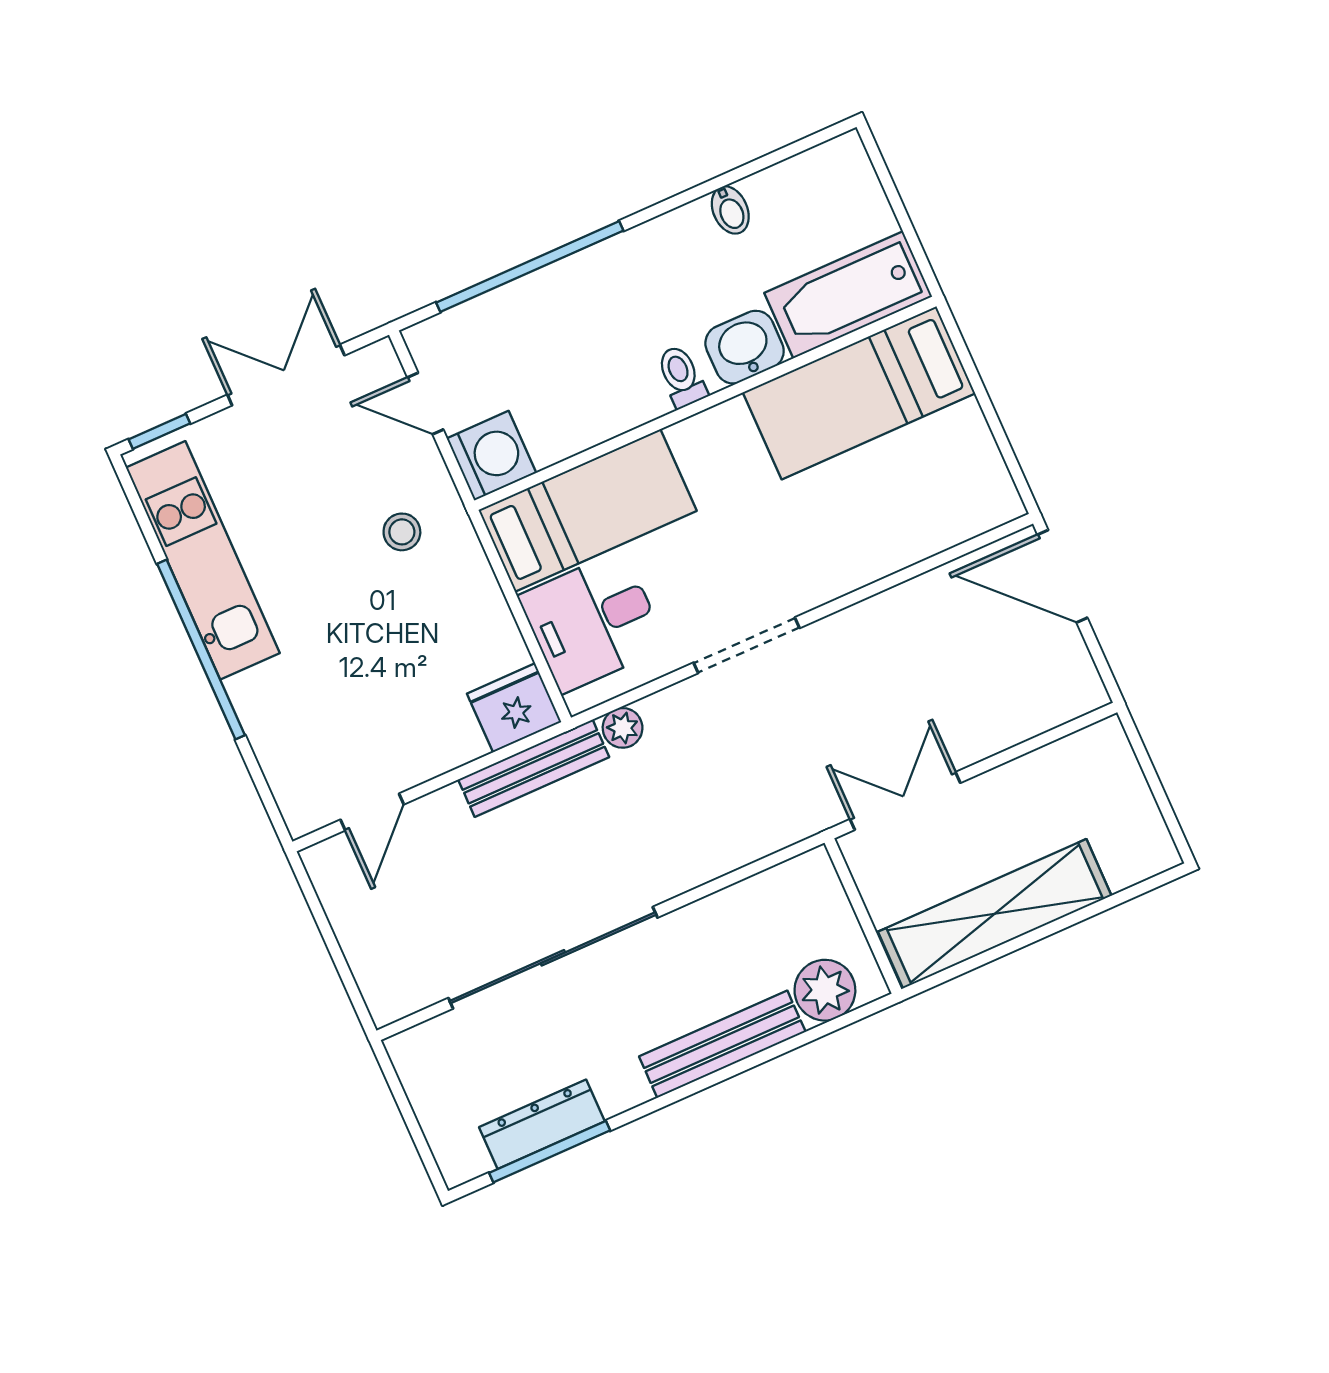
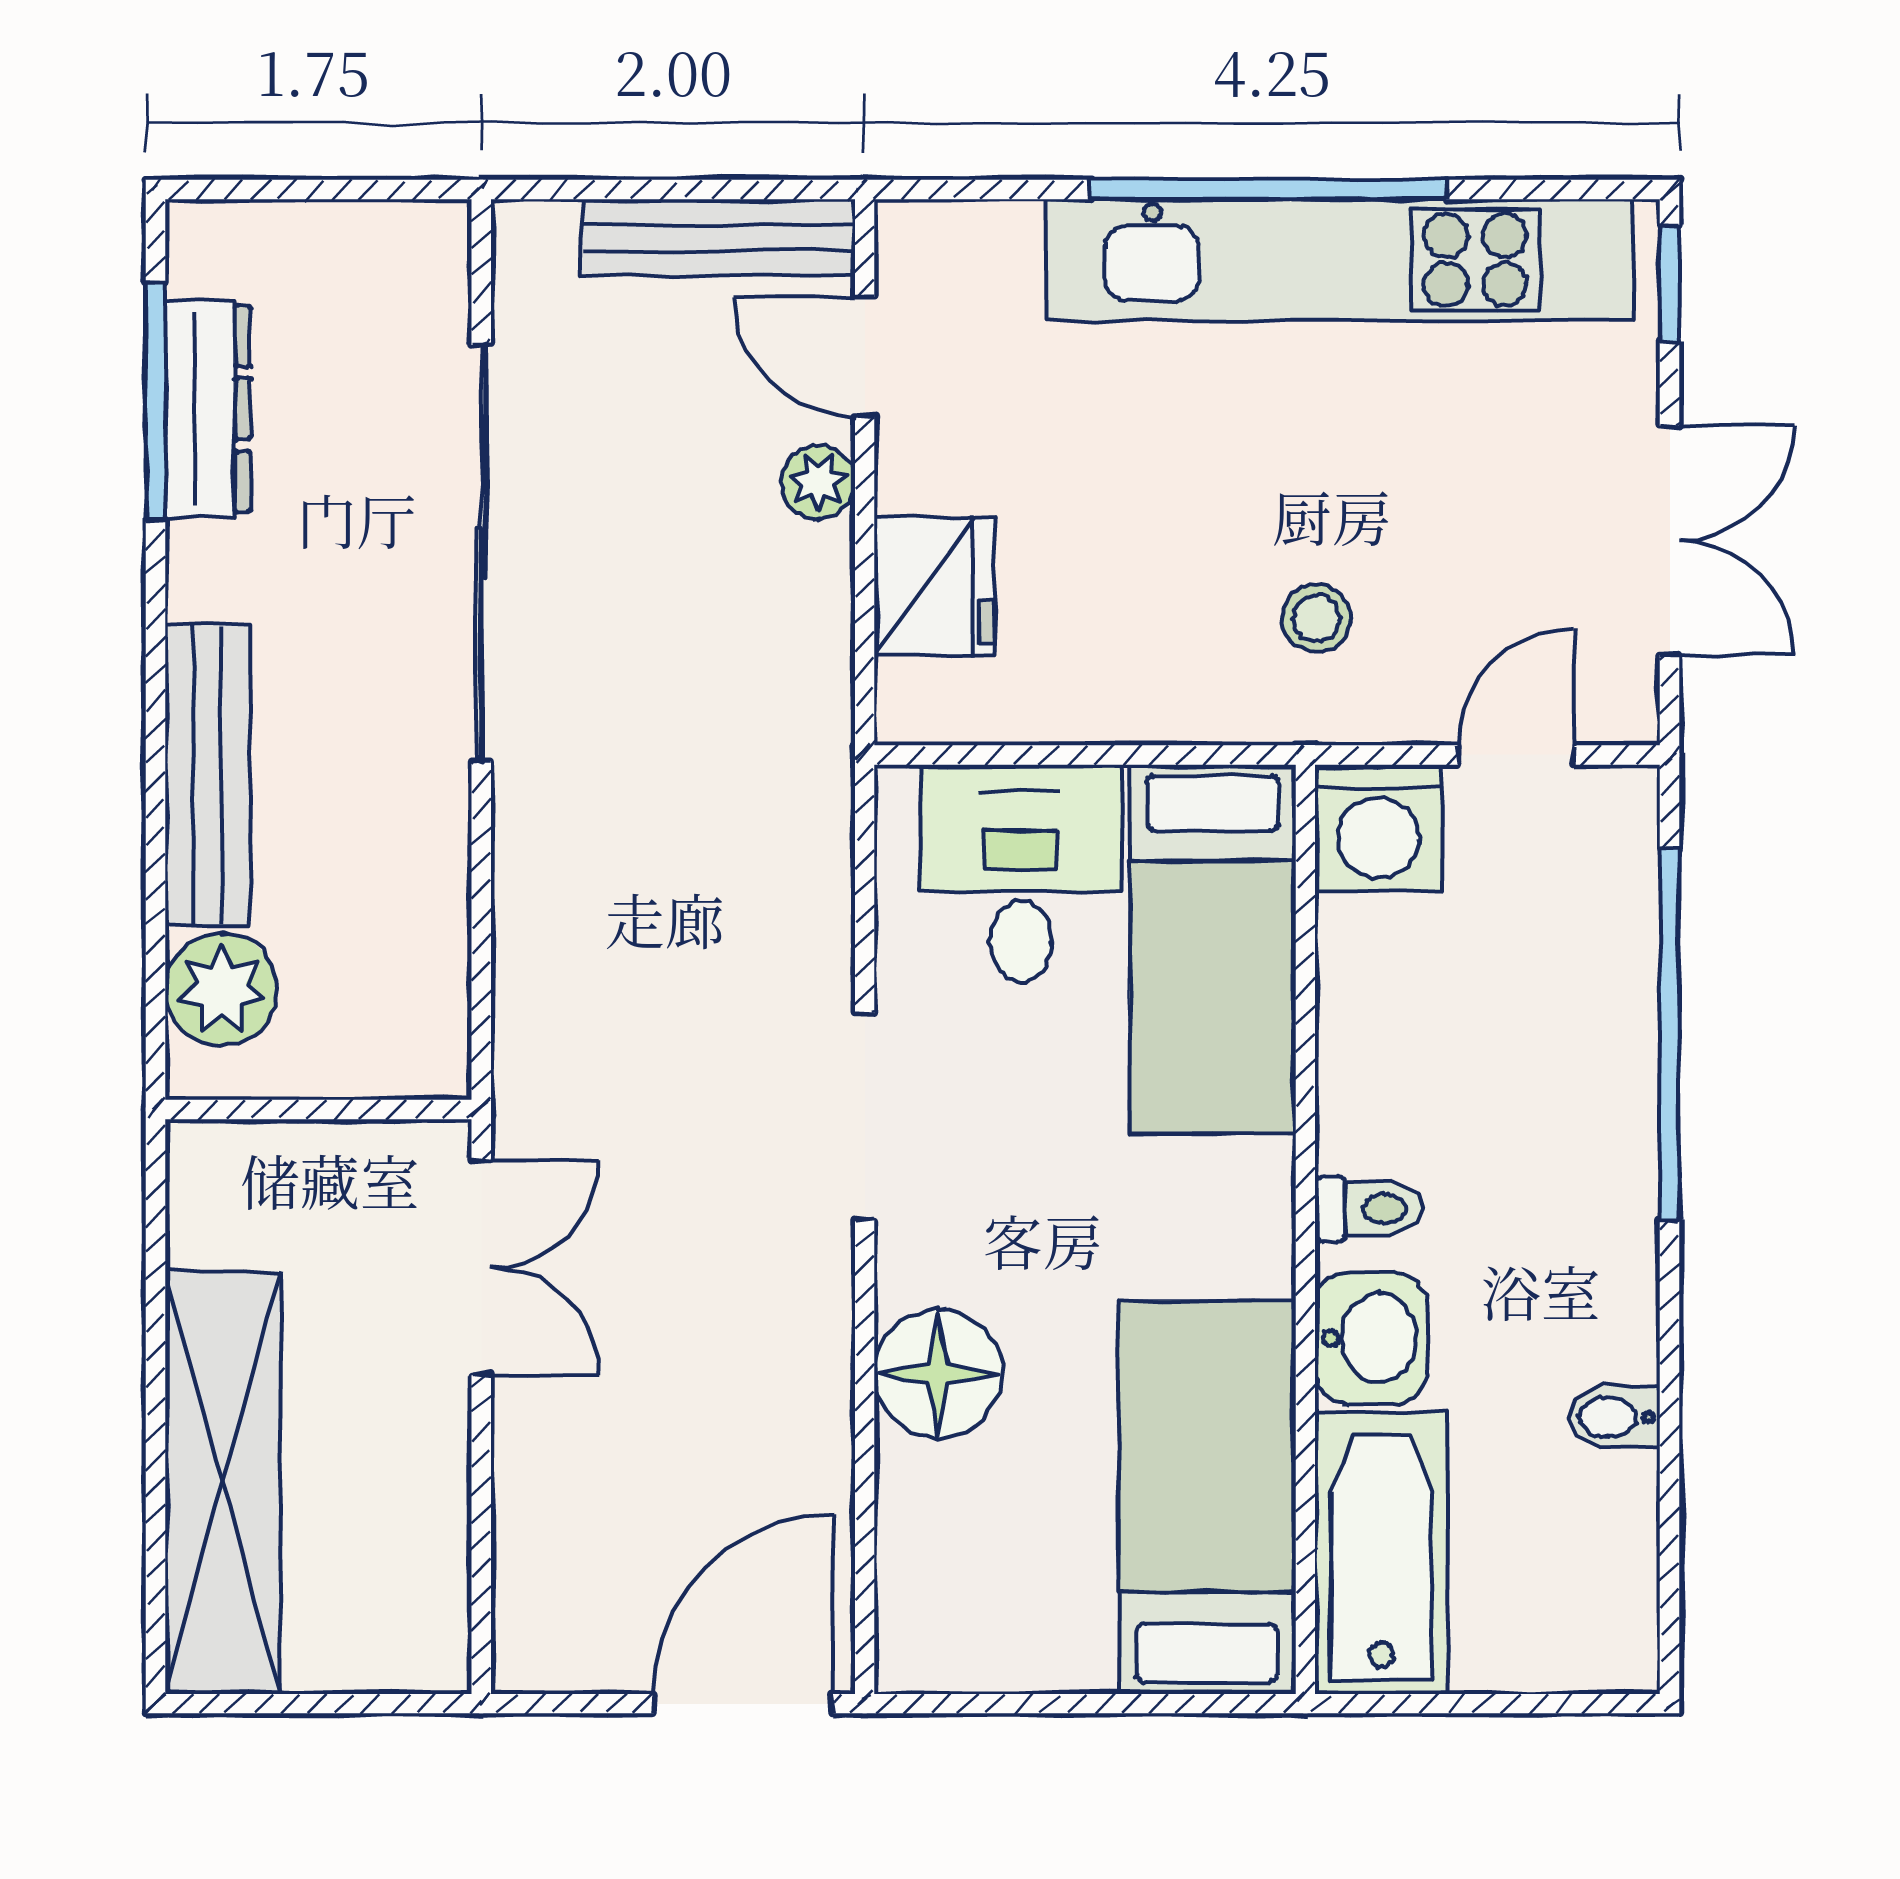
floor lamp: (857, 553) -> (938, 1374), added
kitchen unit: (203, 560) -> (1340, 260), width x1.36
fridge: (514, 708) -> (934, 587), moved
plant: (623, 728) -> (818, 482), moved
bench: (534, 768) -> (718, 237), moved, turned 90
shelving: (995, 914) -> (223, 1483), moved

